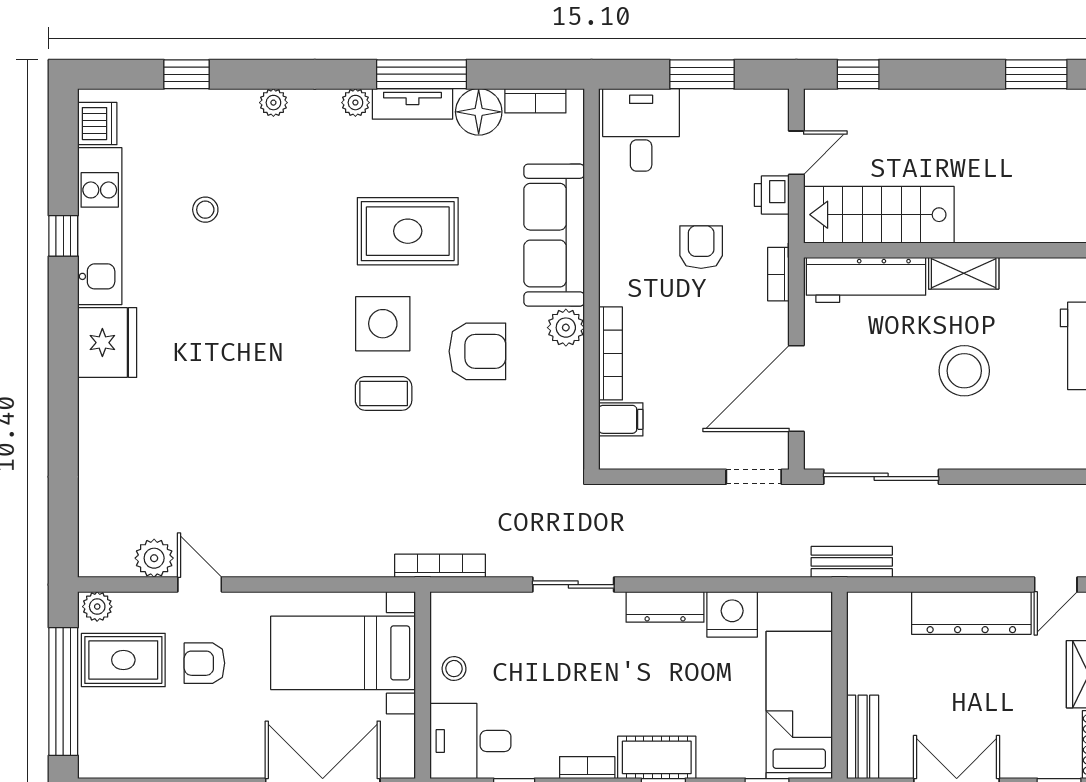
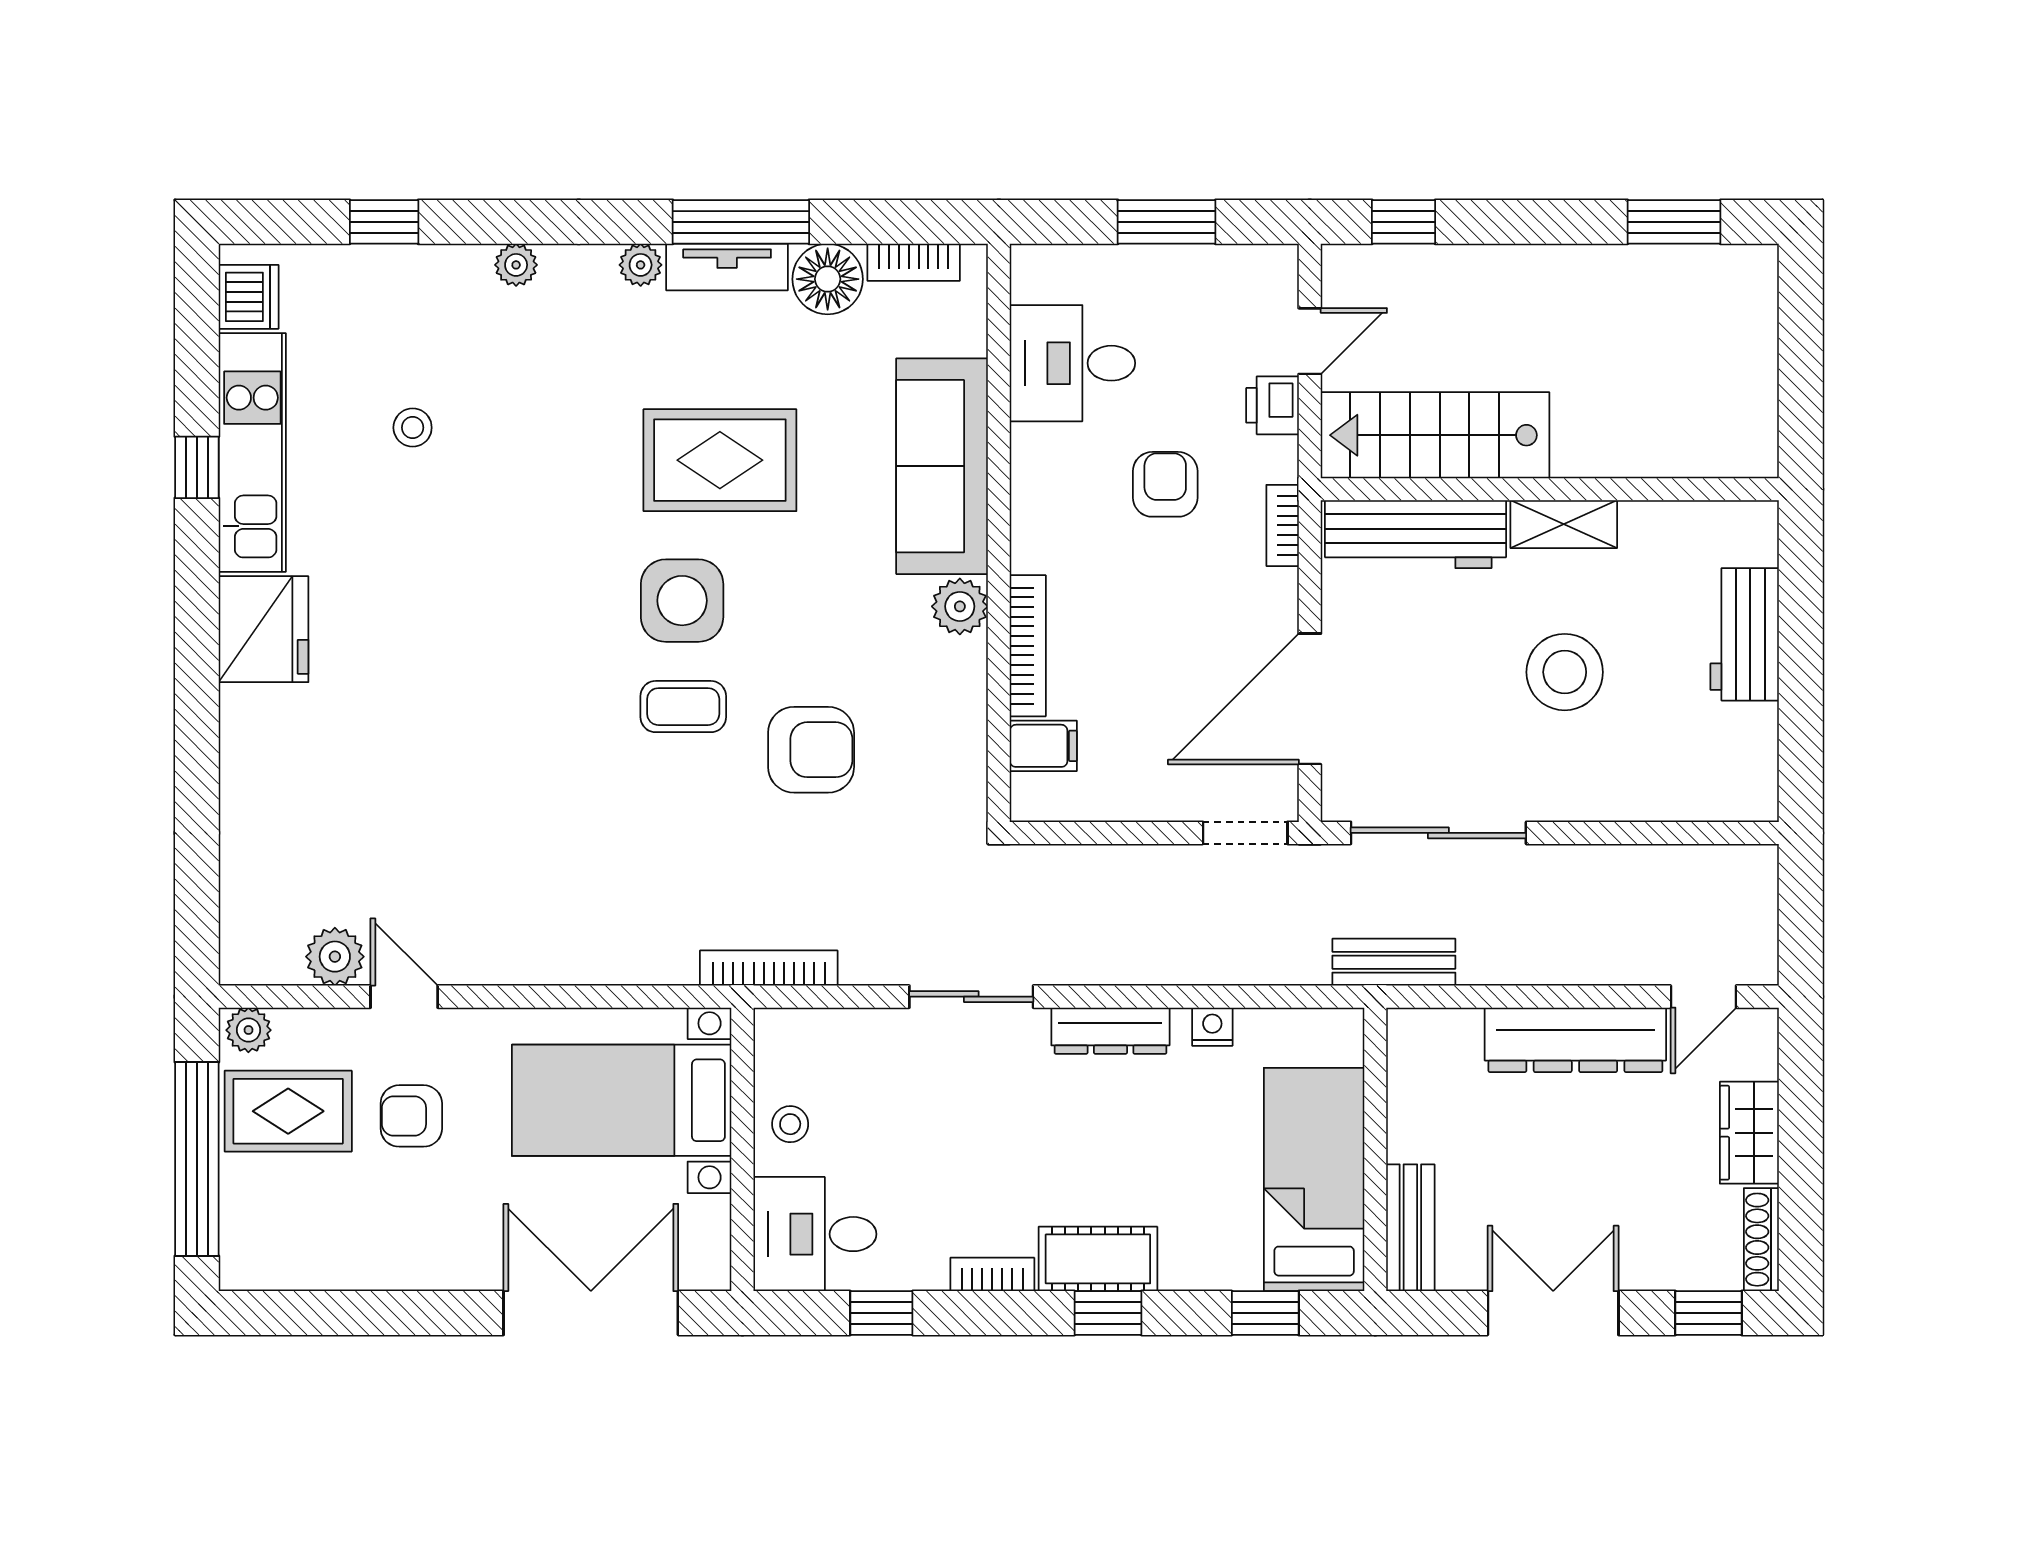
desk: (641, 130) -> (1072, 363), moved, turned -90
armchair: (477, 351) -> (811, 750), moved
nightstand: (732, 614) -> (1212, 1027), width x0.53, depth x0.56

